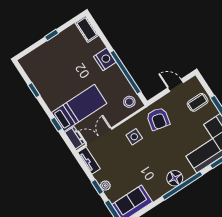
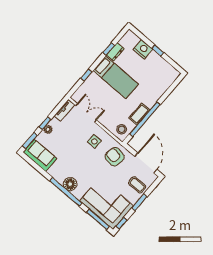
cot: (87, 29) -> (139, 114), moved
nightstand: (105, 59) -> (143, 49), moved, turned -90
door: (176, 85) -> (146, 163), width x1.88
bed: (79, 108) -> (116, 77), moved
armchair: (158, 119) -> (115, 157), turned 87
dresser: (75, 138) -> (115, 52), moved

